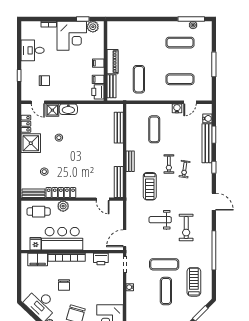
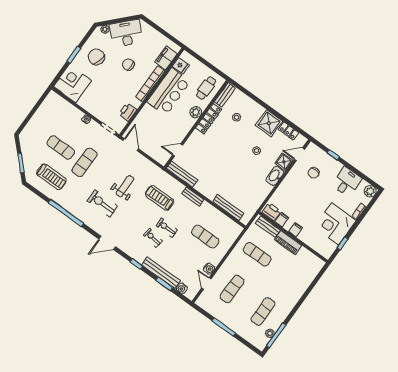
plant: (93, 27) -> (370, 191), moved

